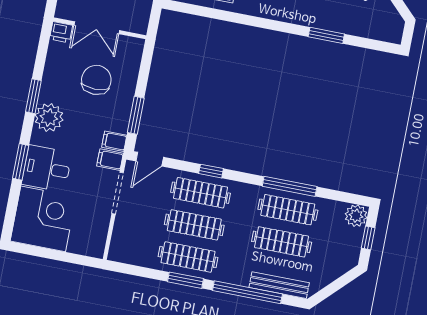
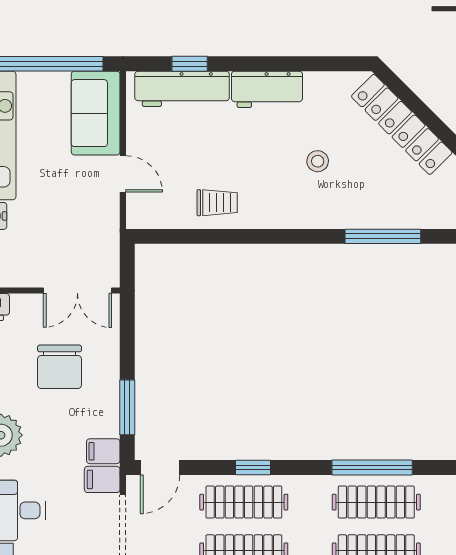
double door: (97, 28) -> (77, 290), moved
window: (326, 35) -> (383, 236), width x1.44
chair: (96, 80) -> (60, 367), turned 180

